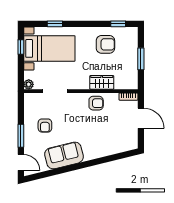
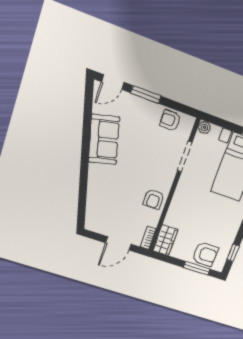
armchair: (105, 44) -> (205, 254), moved, turned -90
window: (141, 59) -> (197, 268), moved
wardrobe: (102, 82) -> (165, 240), moved
armchair: (45, 125) -> (170, 120), moved

